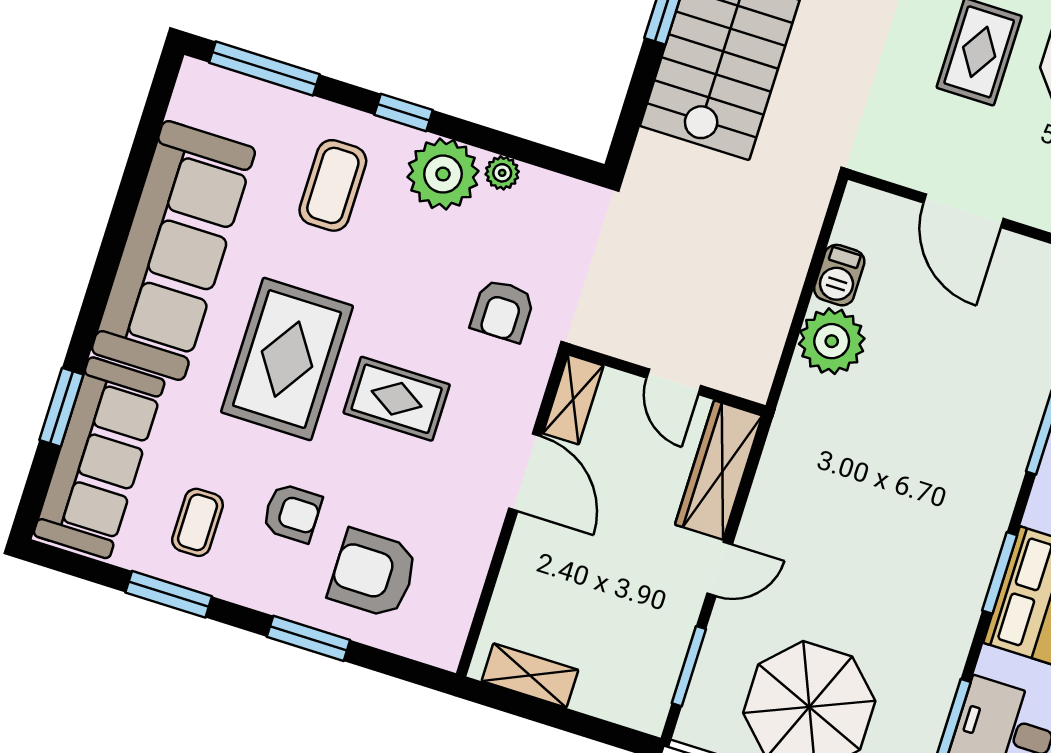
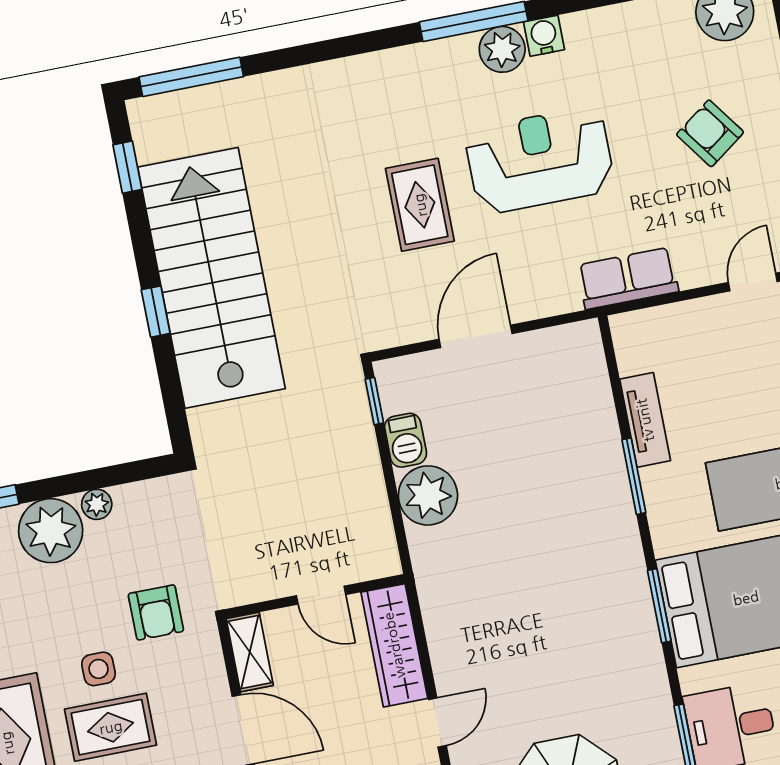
door: (963, 211) -> (476, 336), swing flipped
window: (830, 220) -> (374, 401), added
side table: (416, 335) -> (99, 669), added

